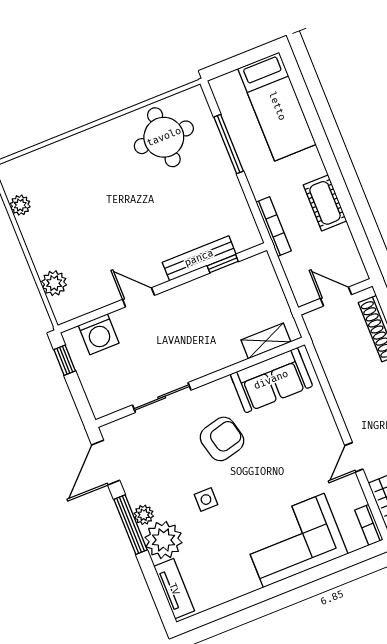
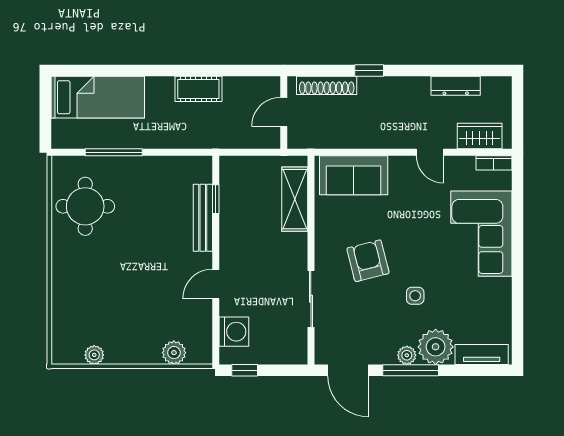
bookcase: (274, 226) -> (201, 142), removed
shelving: (266, 341) -> (295, 199), width x1.50, depth x1.33
sofa: (271, 380) -> (354, 175), moved, turned 90

